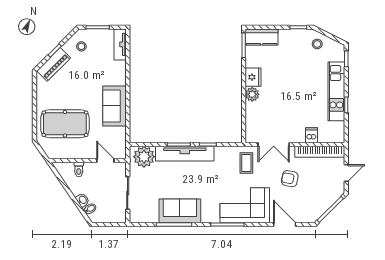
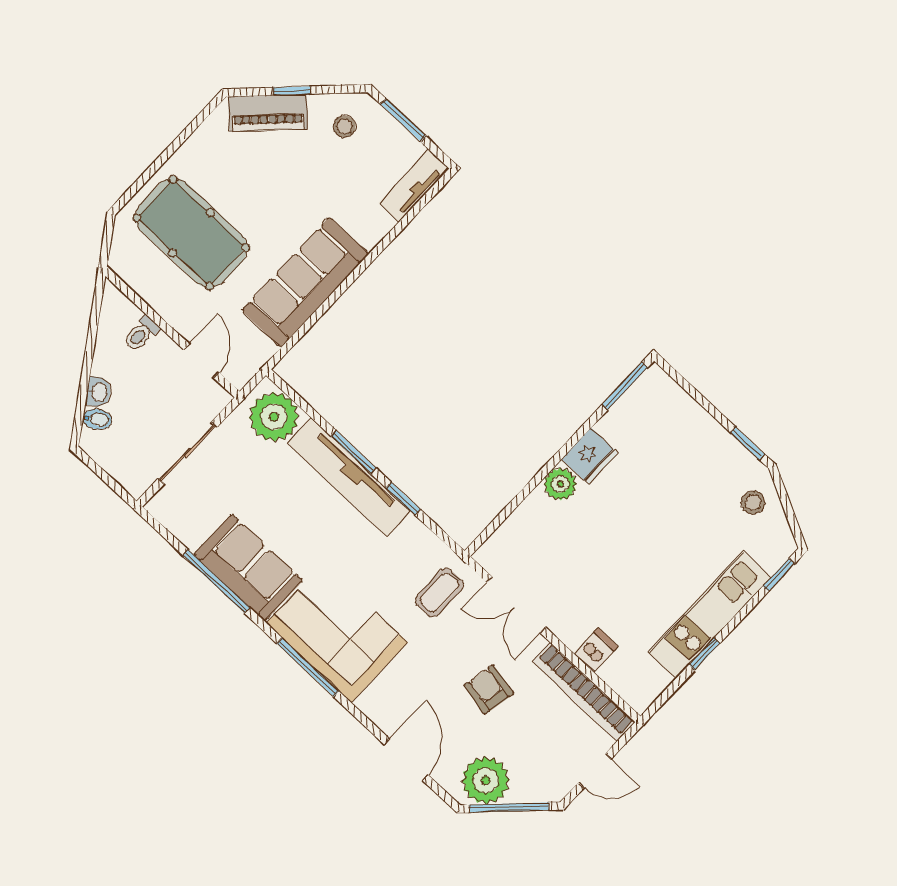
kitchen counter: (262, 37) -> (669, 401), removed
sofa: (115, 106) -> (305, 282), width x1.36
corner sofa: (245, 205) -> (337, 633), moved
plant: (315, 208) -> (486, 780), added

